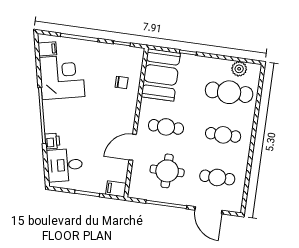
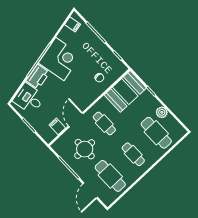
plant: (239, 69) -> (162, 112), moved
corner desk: (62, 77) -> (60, 59), moved
printer: (52, 141) -> (38, 77), width x1.87, depth x1.48
door: (133, 147) -> (76, 120), hinge flipped
cafe table: (217, 177) -> (110, 176), width x1.37, depth x1.35
filing cabinet: (116, 189) -> (57, 126), moved

